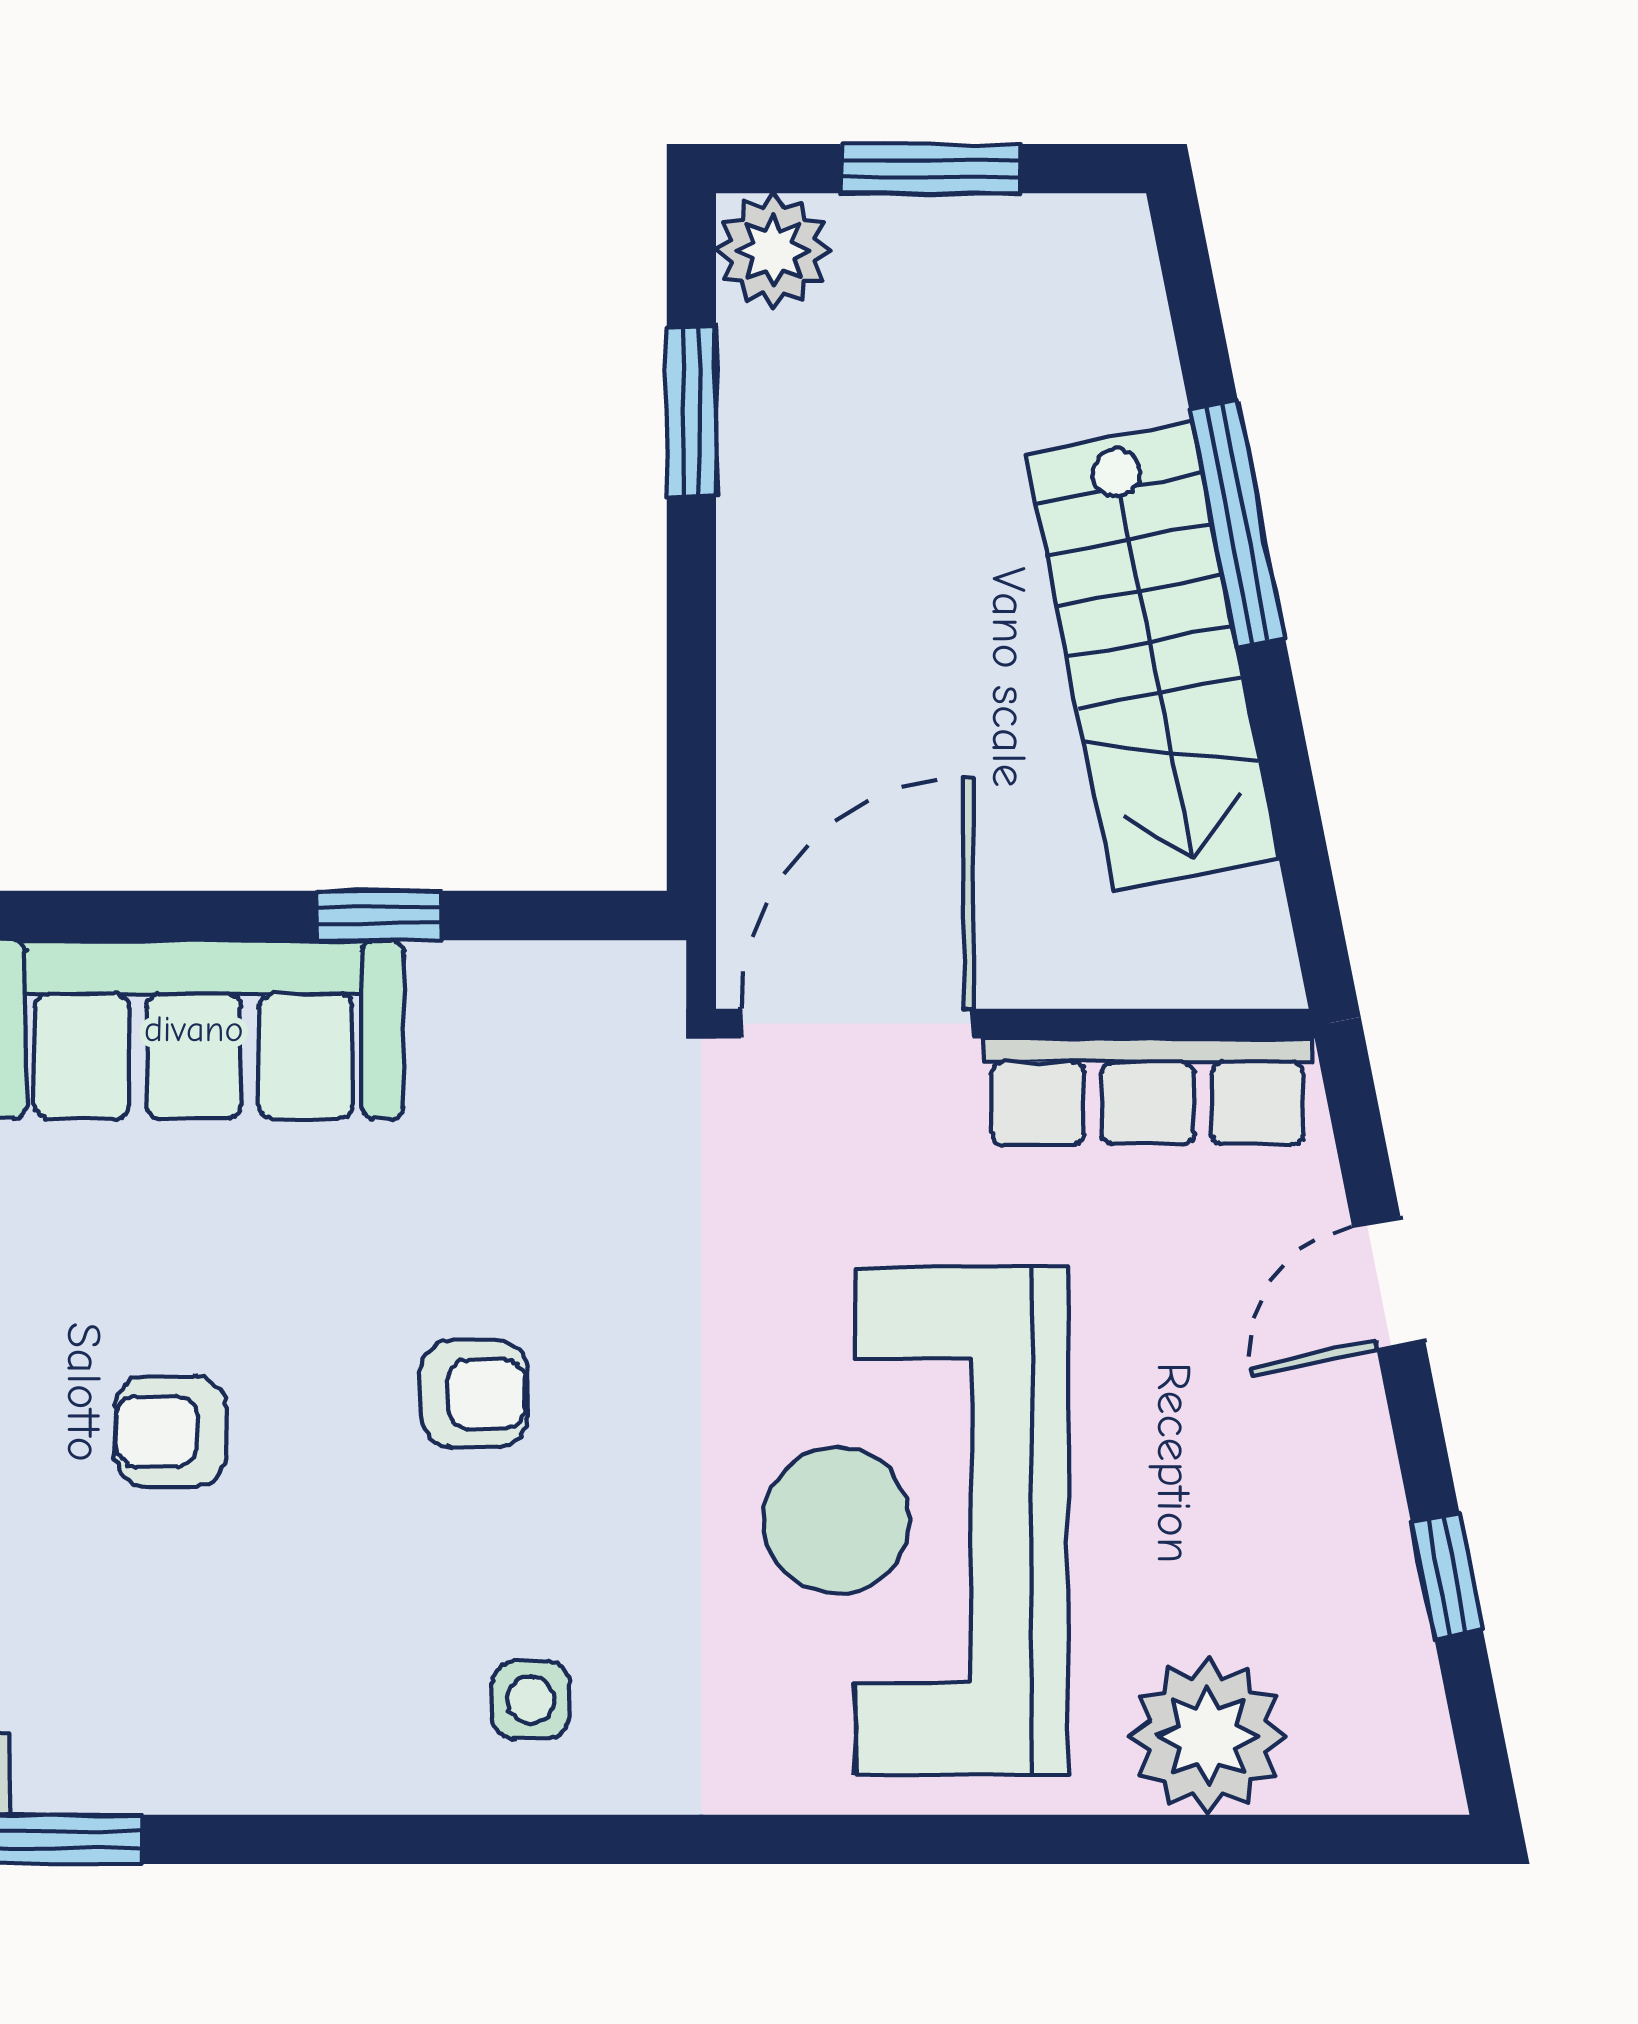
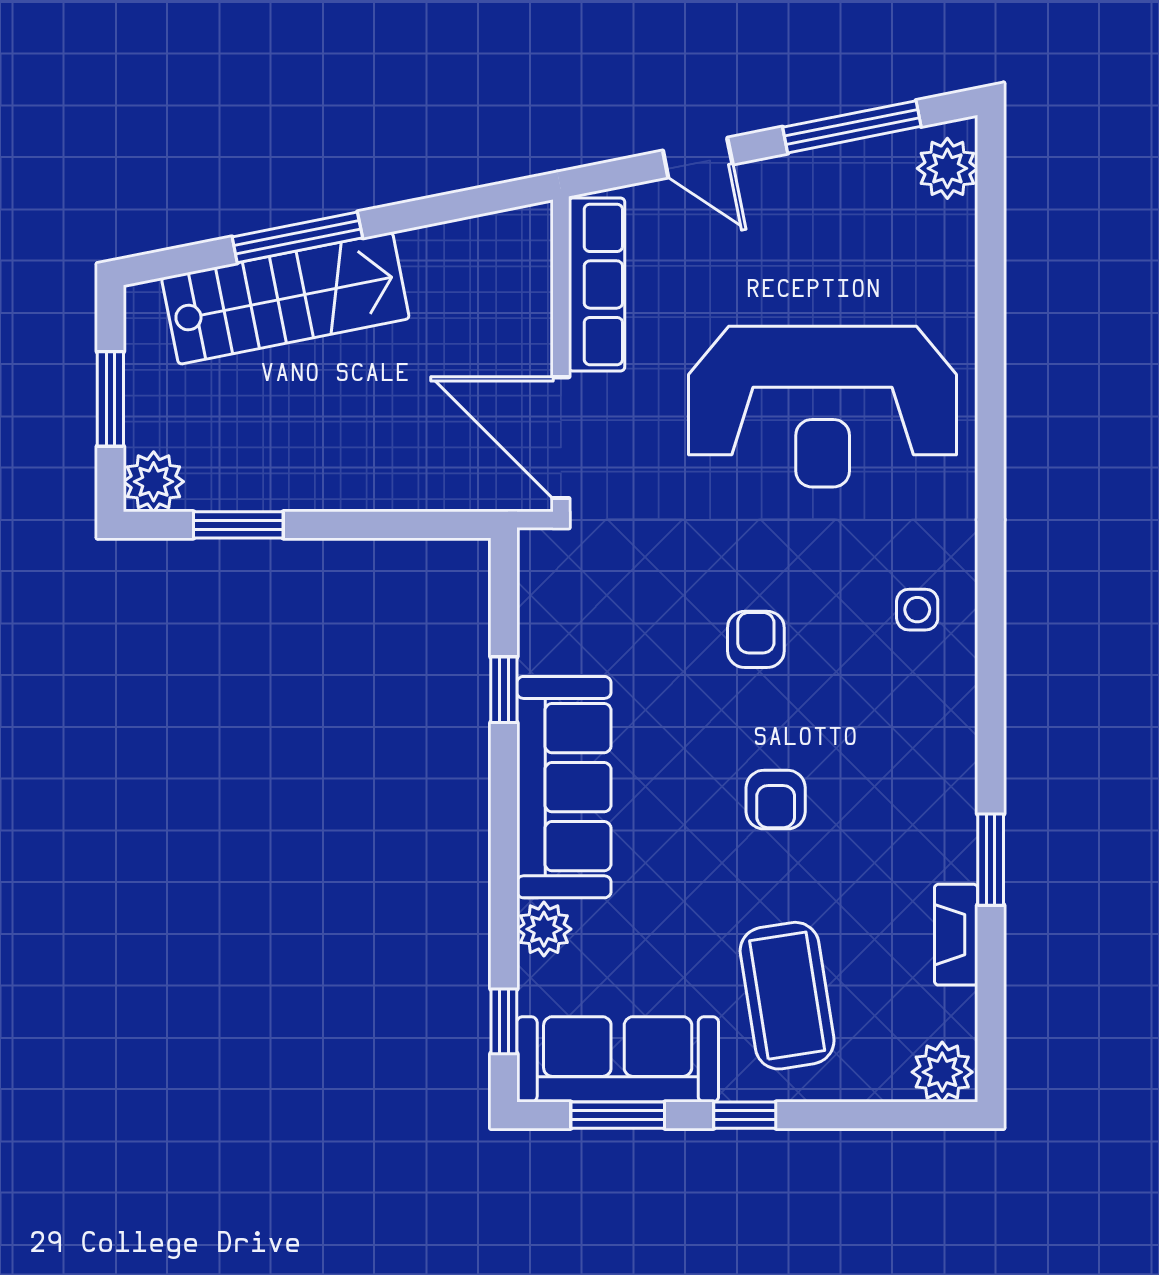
stairs: (1153, 656) -> (285, 298), moved
window: (1447, 1576) -> (852, 127), width x2.17
plant: (1208, 1736) -> (947, 168), moved, width x0.73, depth x0.73

